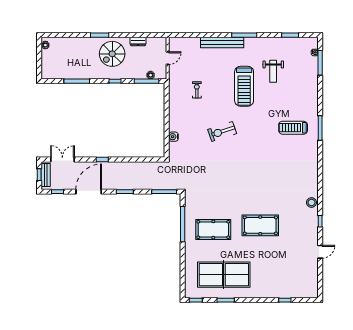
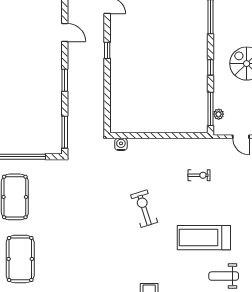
water cooler: (173, 137) -> (121, 144), moved
door: (89, 192) -> (65, 32), width x0.53

